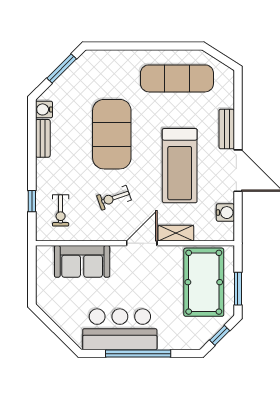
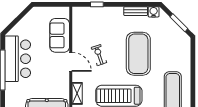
exercise mat: (112, 134) -> (138, 54), turned 90
exercise bike: (61, 210) -> (91, 22), removed
door: (142, 243) -> (71, 62), moved

